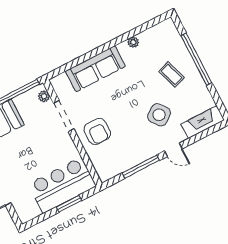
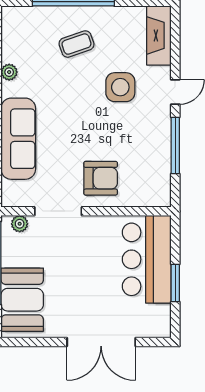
side table: (159, 115) -> (120, 87), turned 37
window: (69, 204) -> (175, 283), moved

